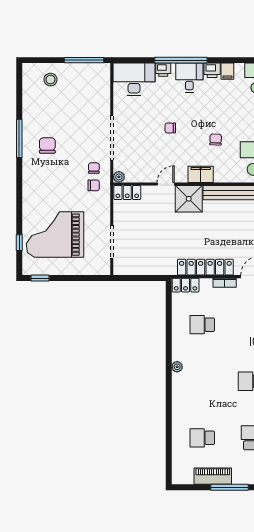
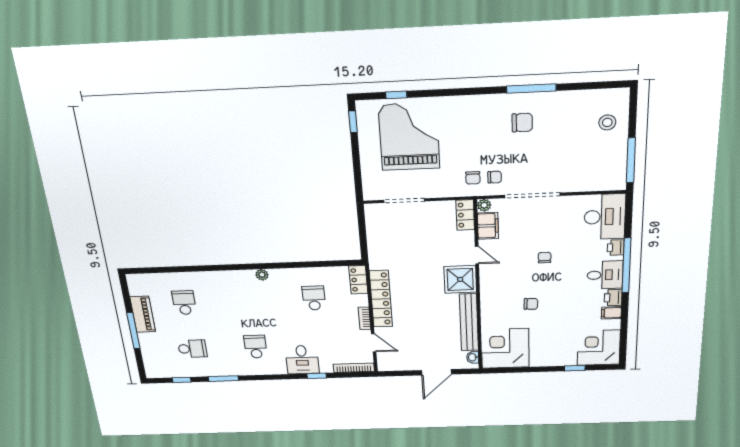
filing cabinet: (201, 174) -> (488, 226), moved

